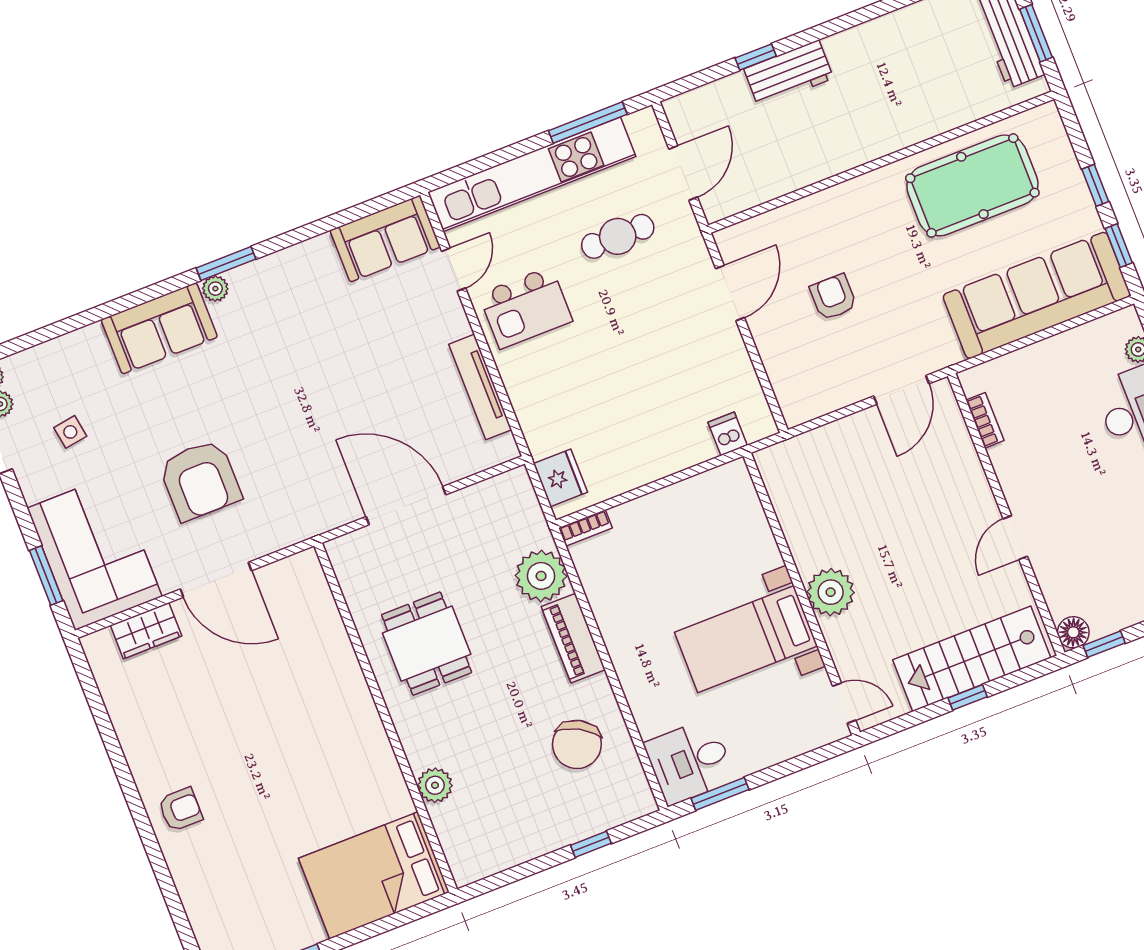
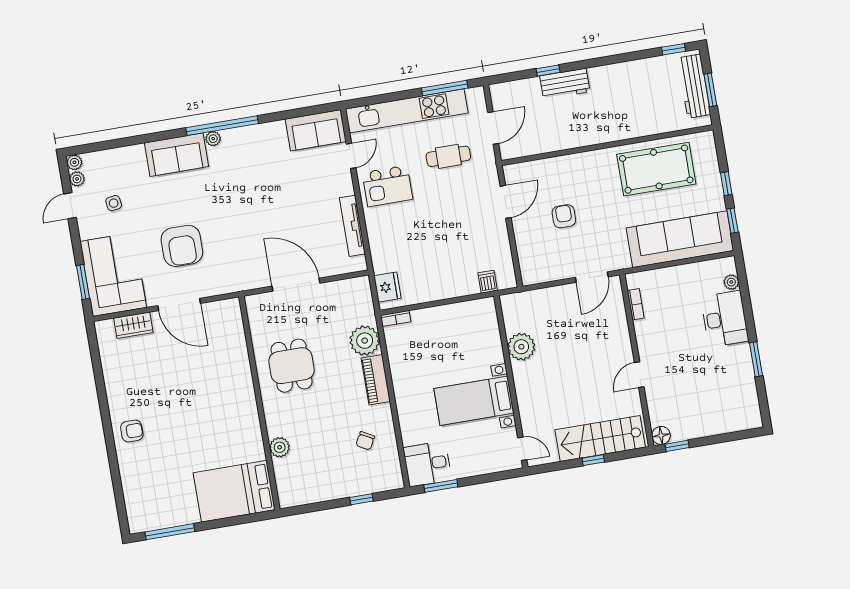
window: (226, 264) -> (222, 126), width x2.11
plant: (831, 592) -> (521, 347), moved
chair: (577, 744) -> (365, 441), width x0.54, depth x0.54

